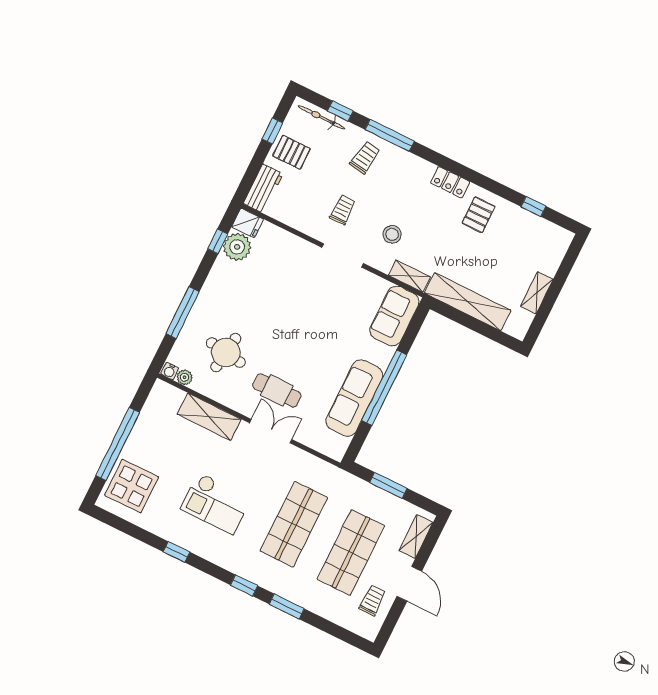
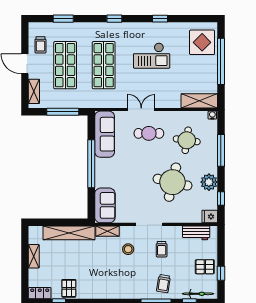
locker: (450, 182) -> (40, 293), moved
workbench: (263, 189) -> (196, 233), moved, turned -90
pallet: (479, 215) -> (69, 288), moved
plant: (237, 247) -> (209, 182), moved
round table: (278, 301) -> (172, 182), added
plant: (184, 377) -> (203, 116), removed
sofa: (354, 398) -> (105, 134), moved
shelving: (209, 417) -> (199, 101), moved
double door: (271, 431) -> (141, 110), swing flipped
window: (388, 485) -> (63, 112), width x1.44
checkout: (216, 503) -> (152, 56), turned 180
window: (287, 606) -> (63, 19), moved

